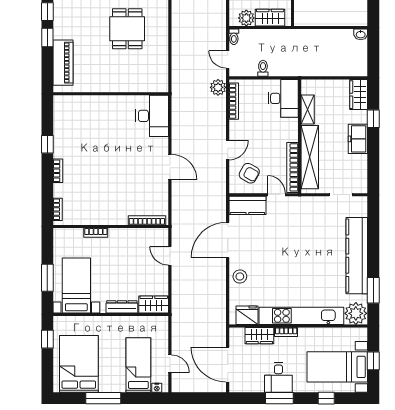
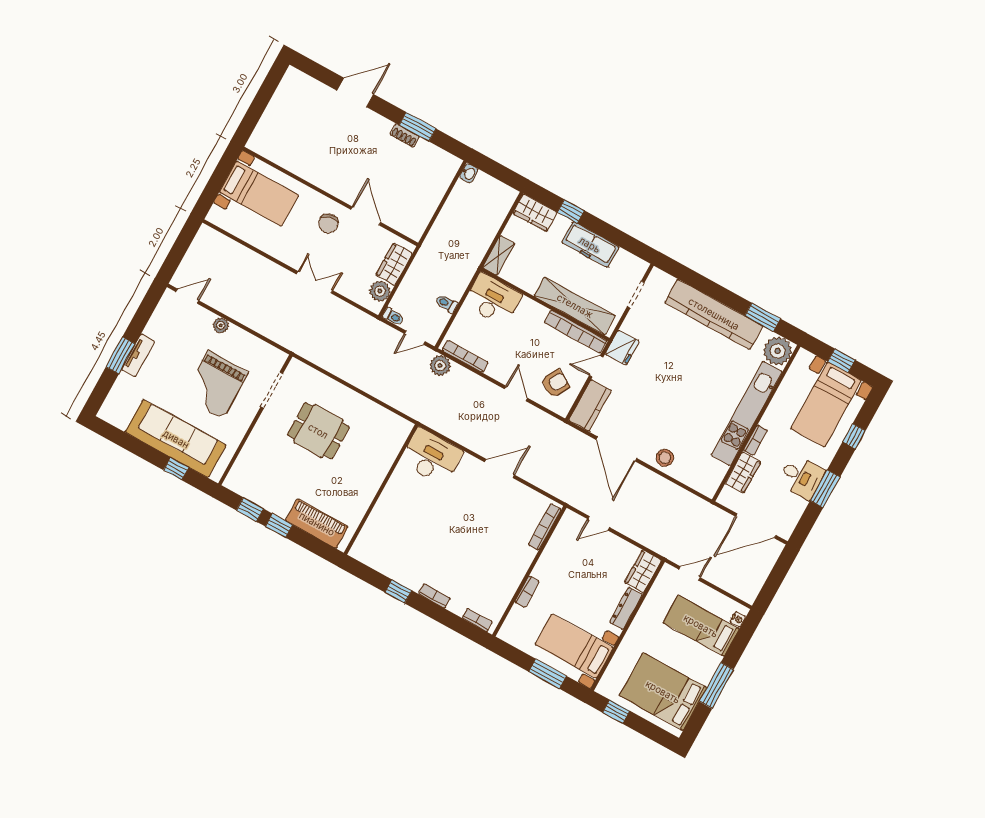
shelving: (308, 110) -> (499, 255), moved, turned 90
freezer: (358, 139) -> (590, 245), width x1.40
fridge: (247, 315) -> (622, 348), moved, turned 180
door: (170, 364) -> (689, 573), moved

